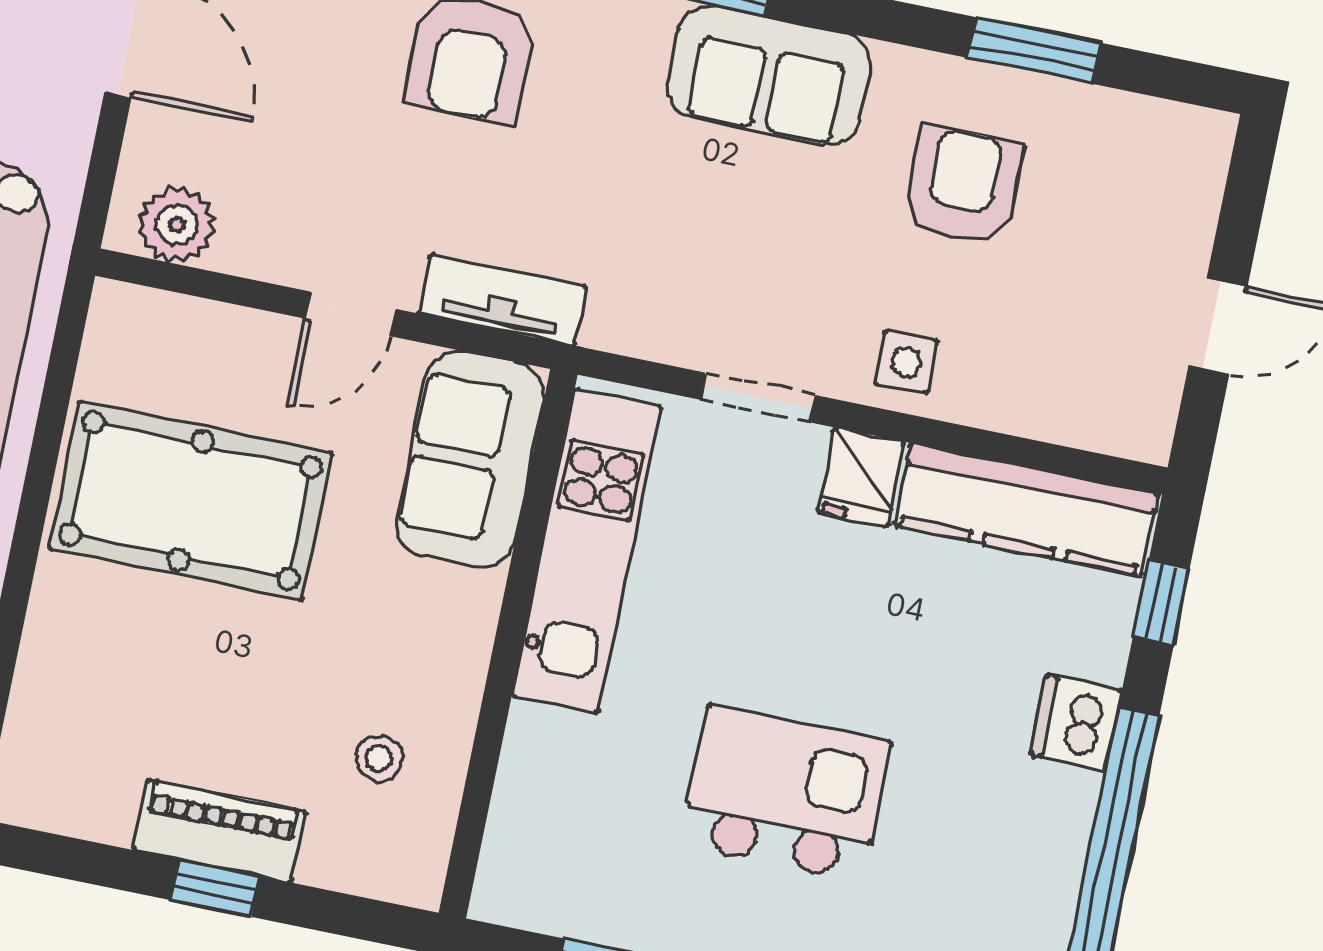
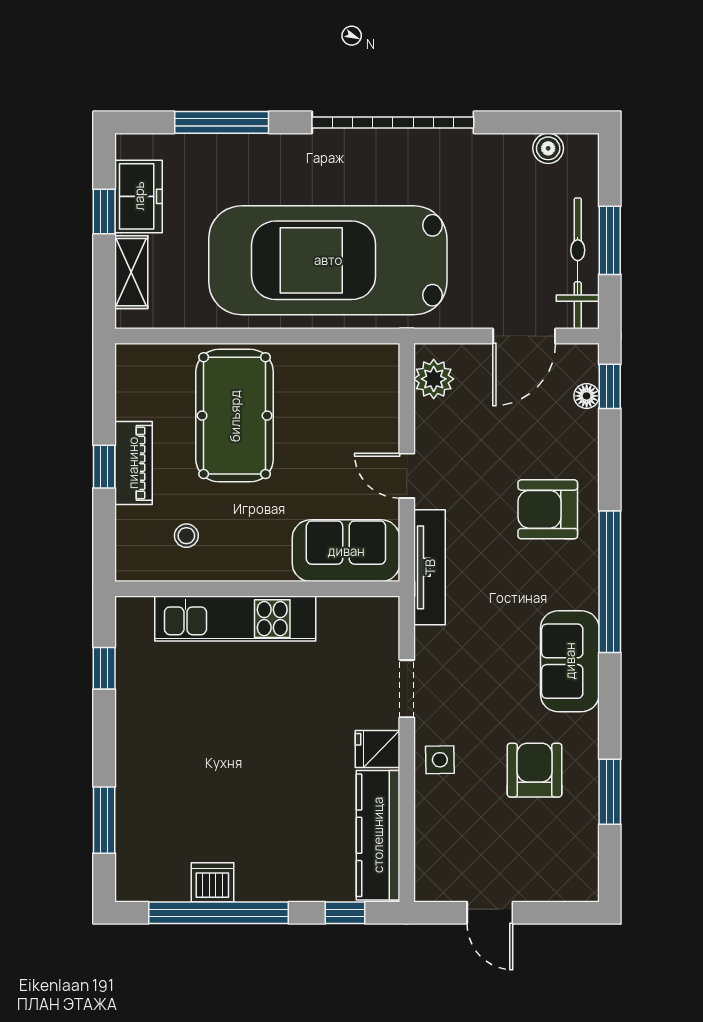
armchair: (963, 185) -> (535, 770), turned -90
tv unit: (503, 300) -> (430, 567), width x1.41
pool table: (191, 501) -> (235, 416), moved
kitchen unit: (586, 551) -> (235, 619), moved
dishwasher: (1076, 723) -> (212, 882), moved
kitchen island: (785, 794) -> (210, 744), removed

